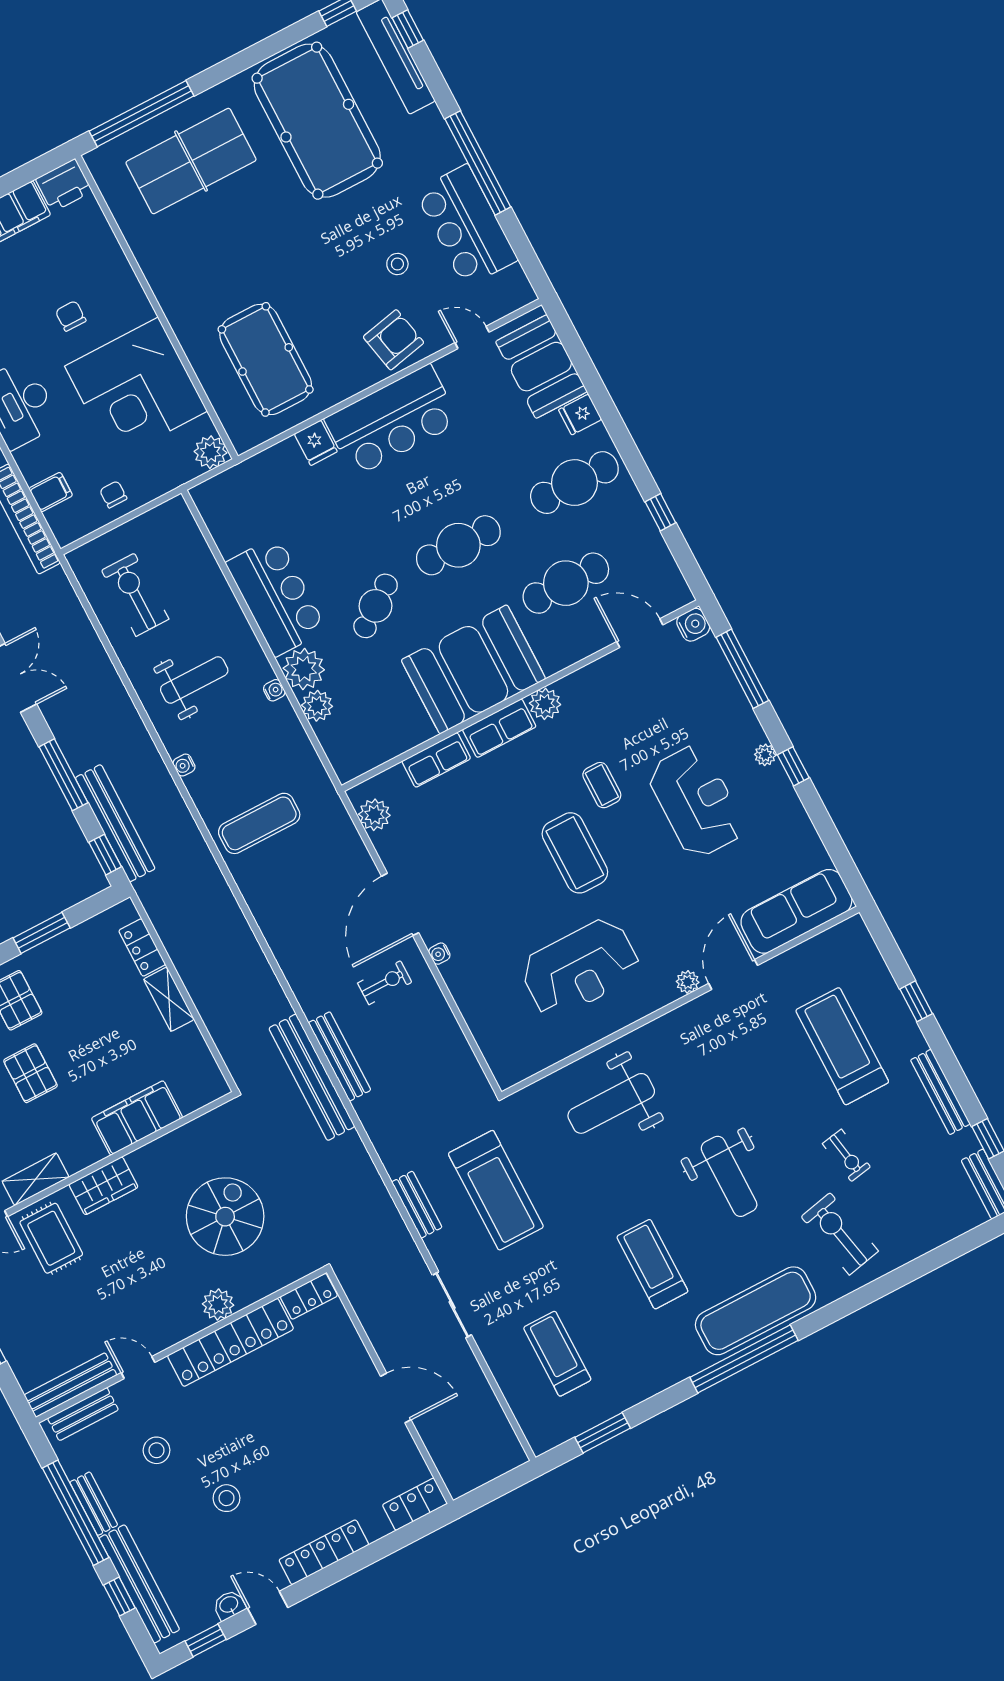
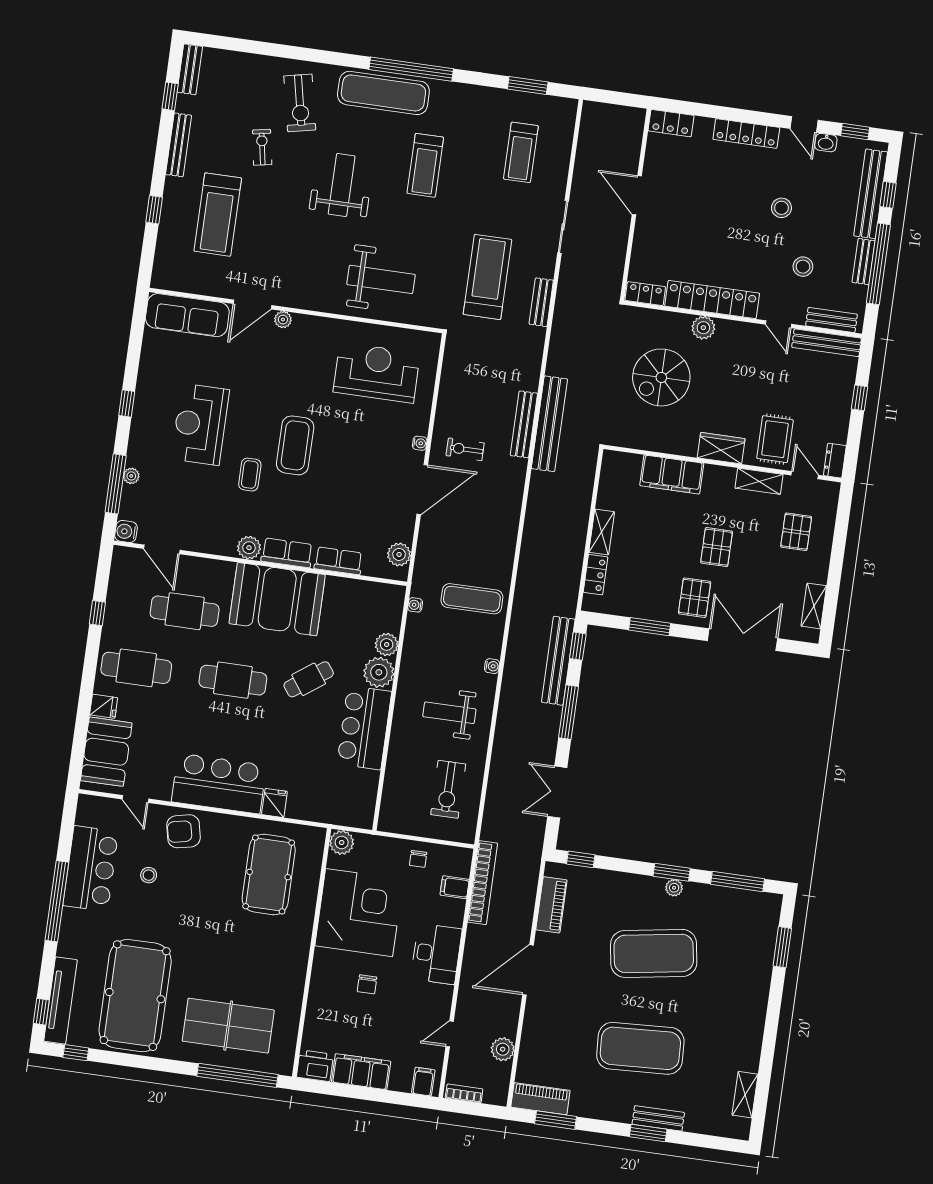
water cooler: (274, 690) -> (415, 605), moved
plant: (765, 755) -> (131, 476), moved
reception desk: (580, 968) -> (377, 373), moved

